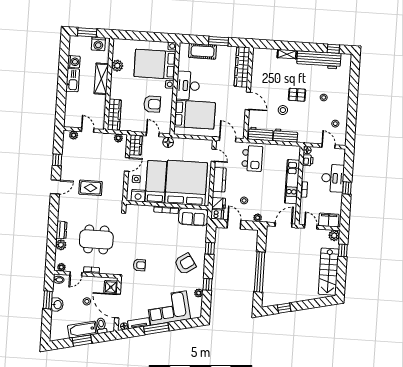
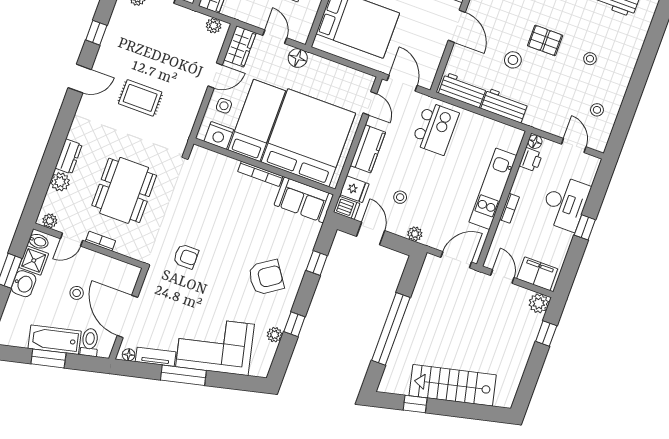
dining table: (96, 239) -> (124, 190), turned 90
stairs: (329, 272) -> (453, 385), moved, turned 77
shower: (111, 287) -> (34, 260), moved

